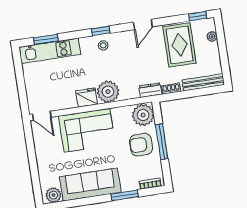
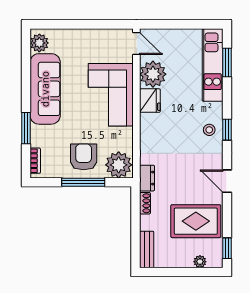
bench: (203, 82) -> (147, 249), width x0.73
plant: (108, 92) -> (153, 74), moved
door: (42, 116) -> (136, 44), swing flipped

